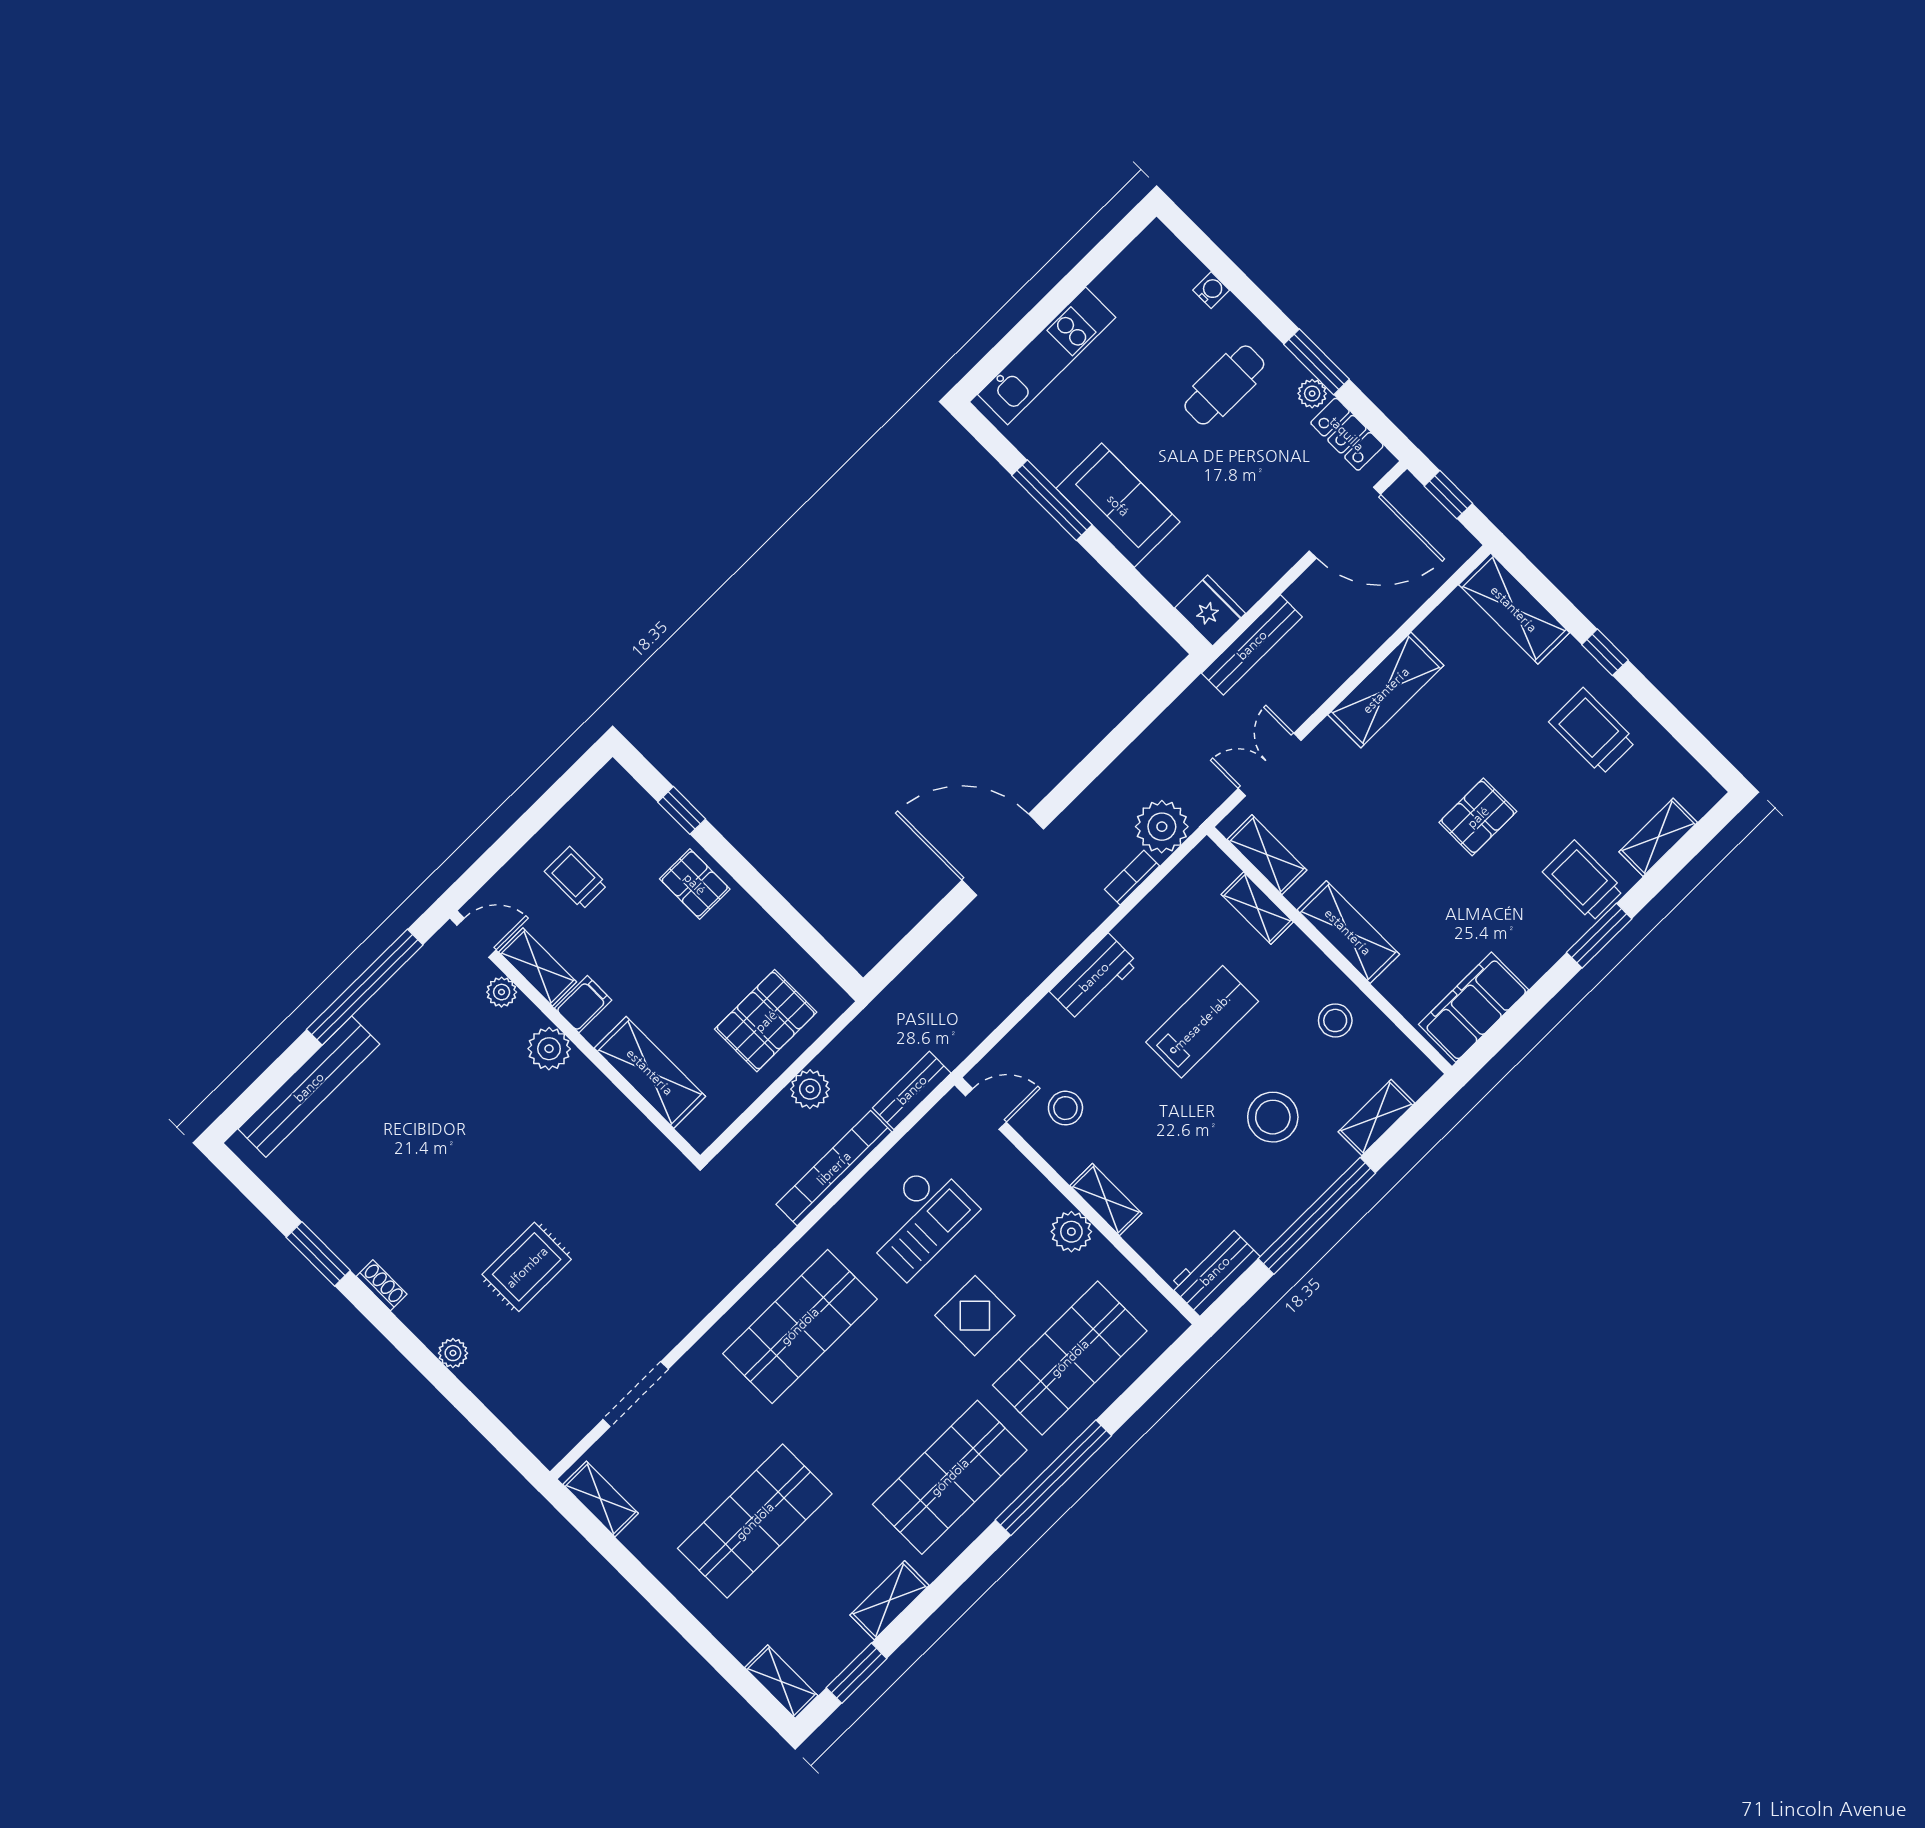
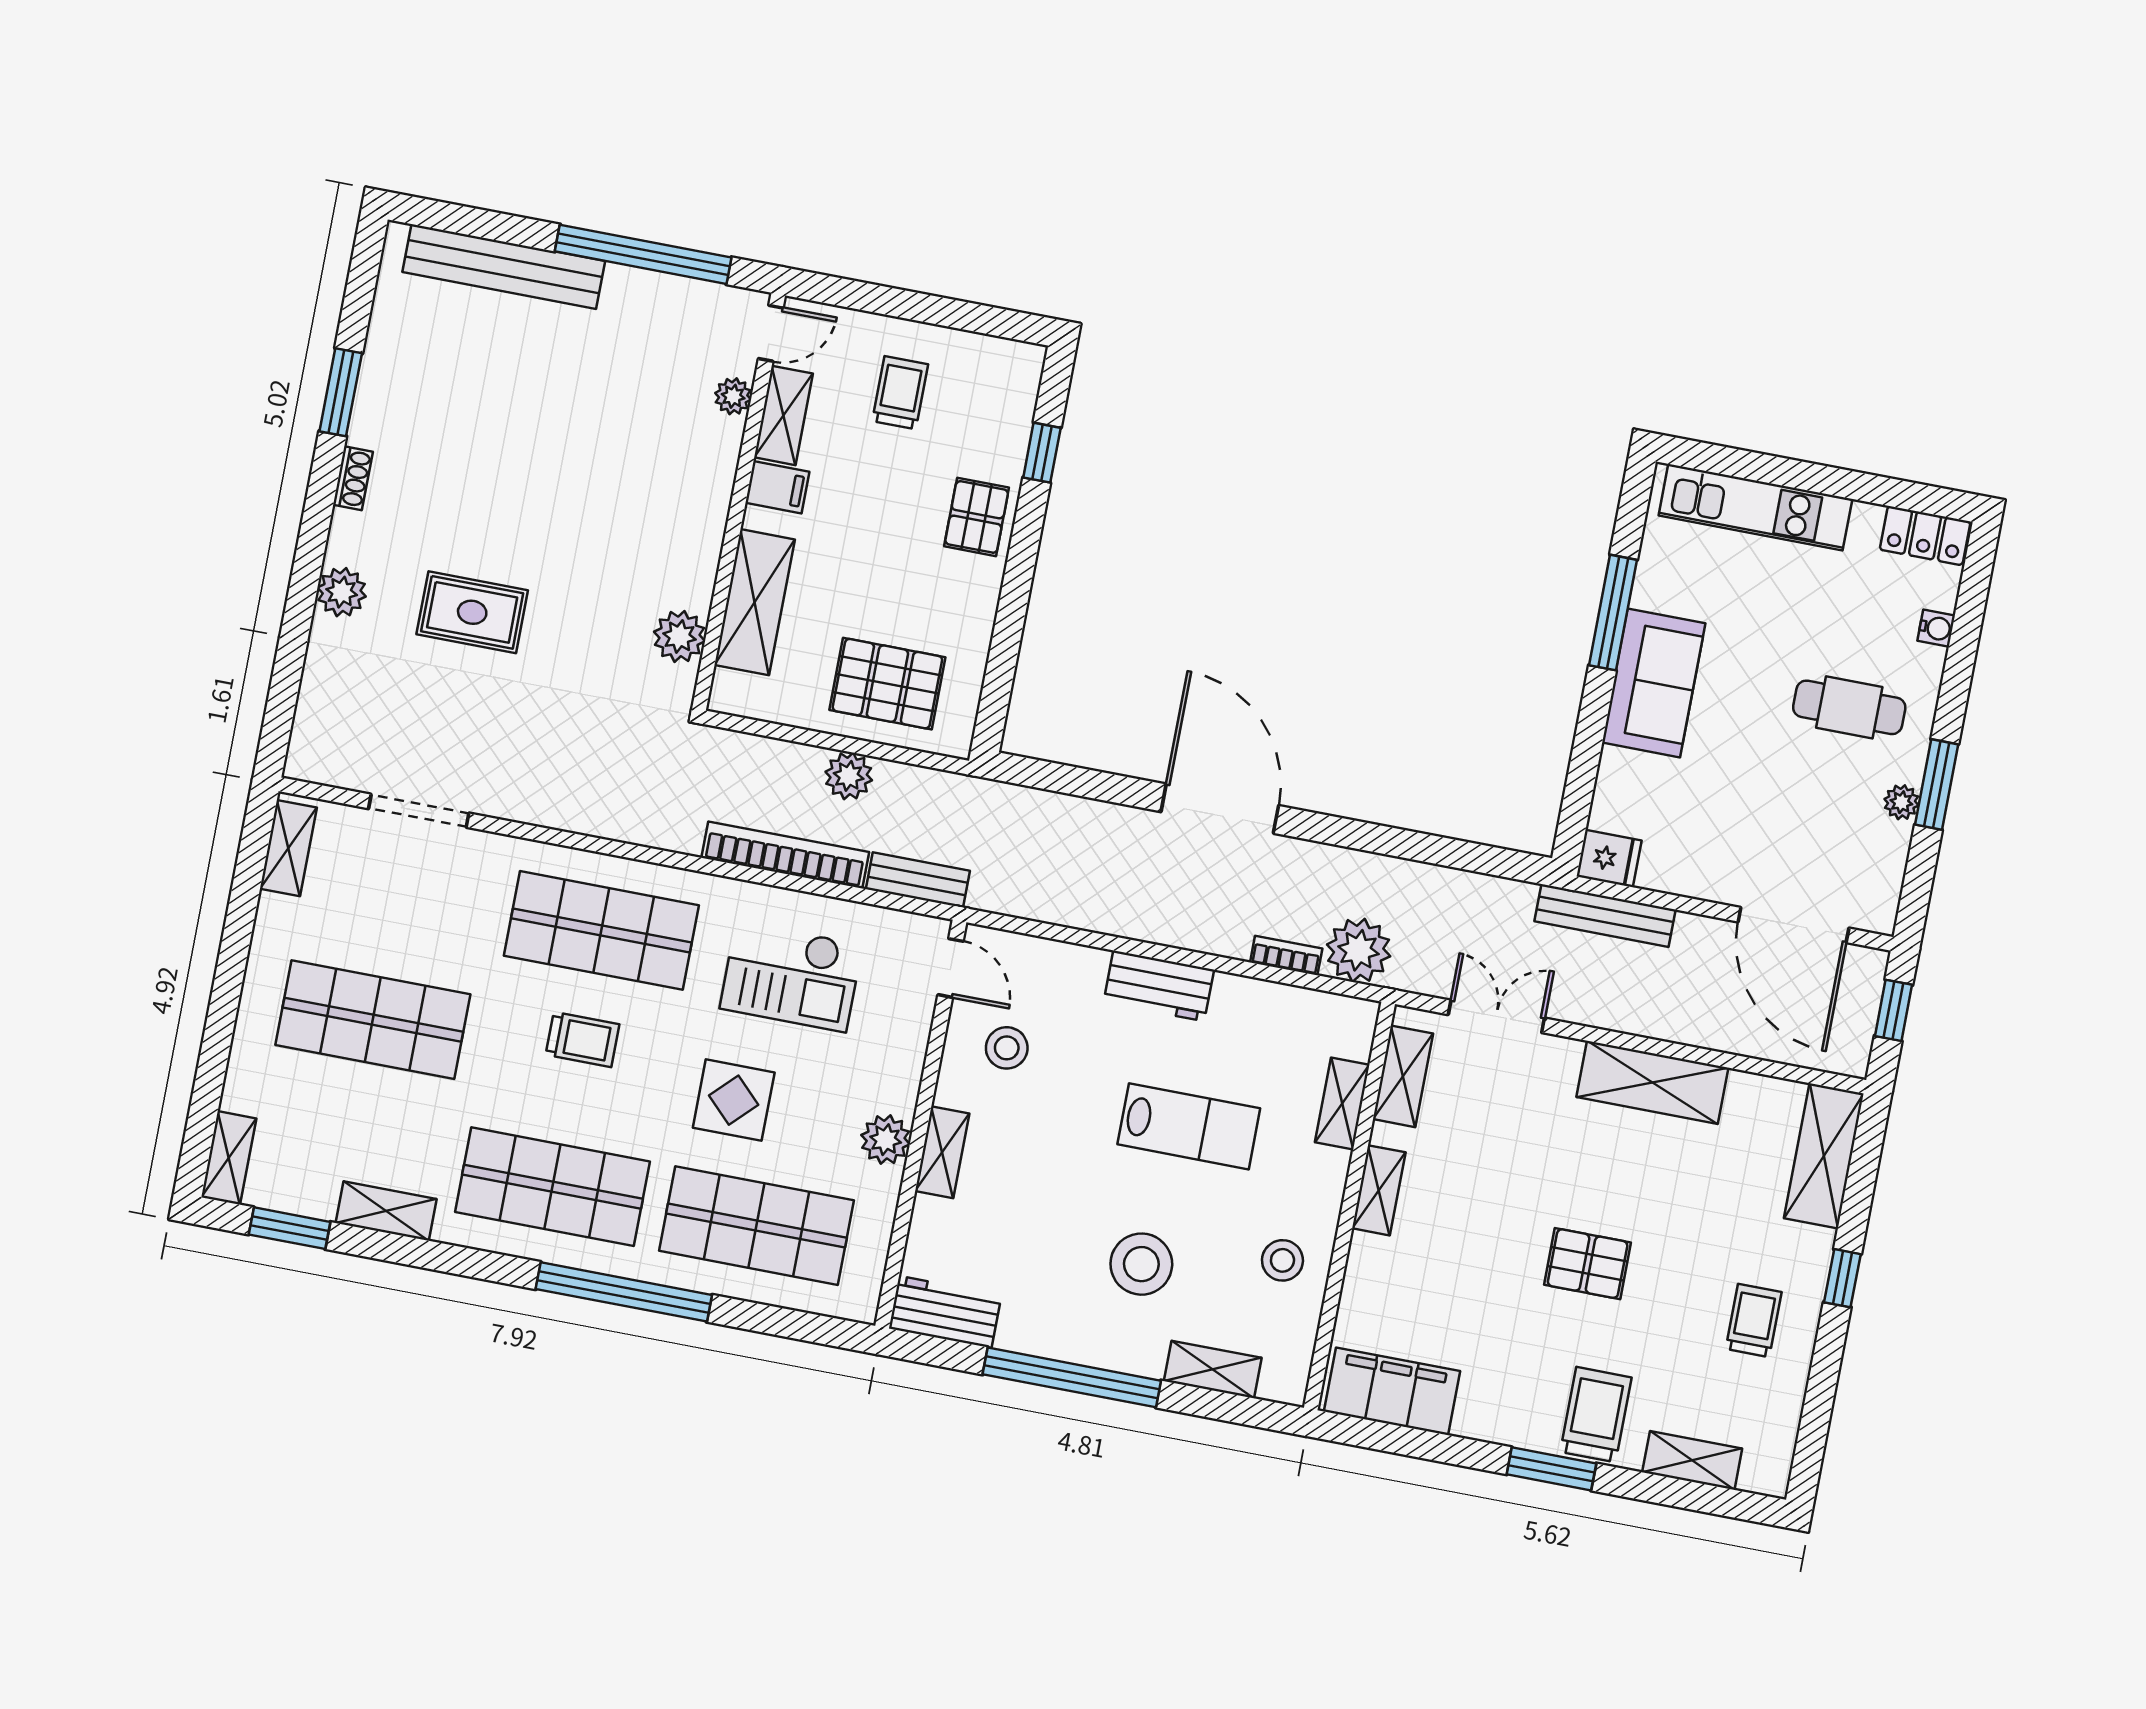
locker: (1347, 434) -> (1925, 536), moved, turned -90
fridge: (1210, 611) -> (1609, 858), width x0.72
trolley: (1592, 731) -> (1754, 1320), width x0.73, depth x0.72
shelving: (1348, 932) -> (1379, 1190), width x0.67, depth x0.75
door: (477, 938) -> (771, 333), hinge flipped
plant: (549, 1049) -> (679, 636), moved
plant: (453, 1353) -> (342, 592), width x1.38, depth x1.38
trolley: (865, 1389) -> (582, 1039), added

